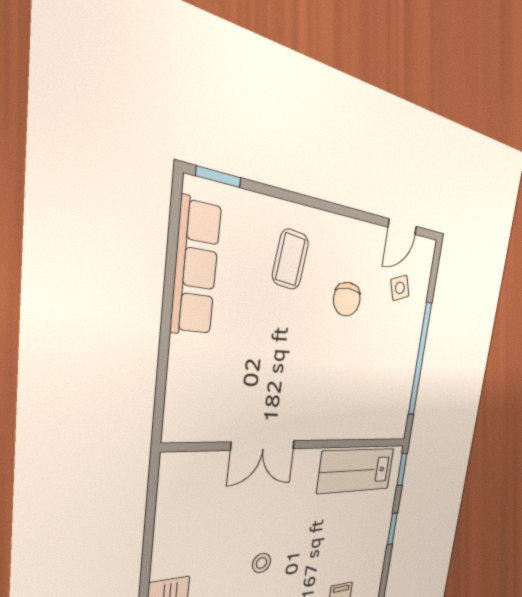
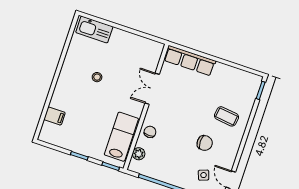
row of seats: (196, 268) -> (190, 61), moved
chair: (347, 299) -> (205, 143), turned 180
chair: (342, 420) -> (150, 132), added
plant: (379, 428) -> (139, 154), added

